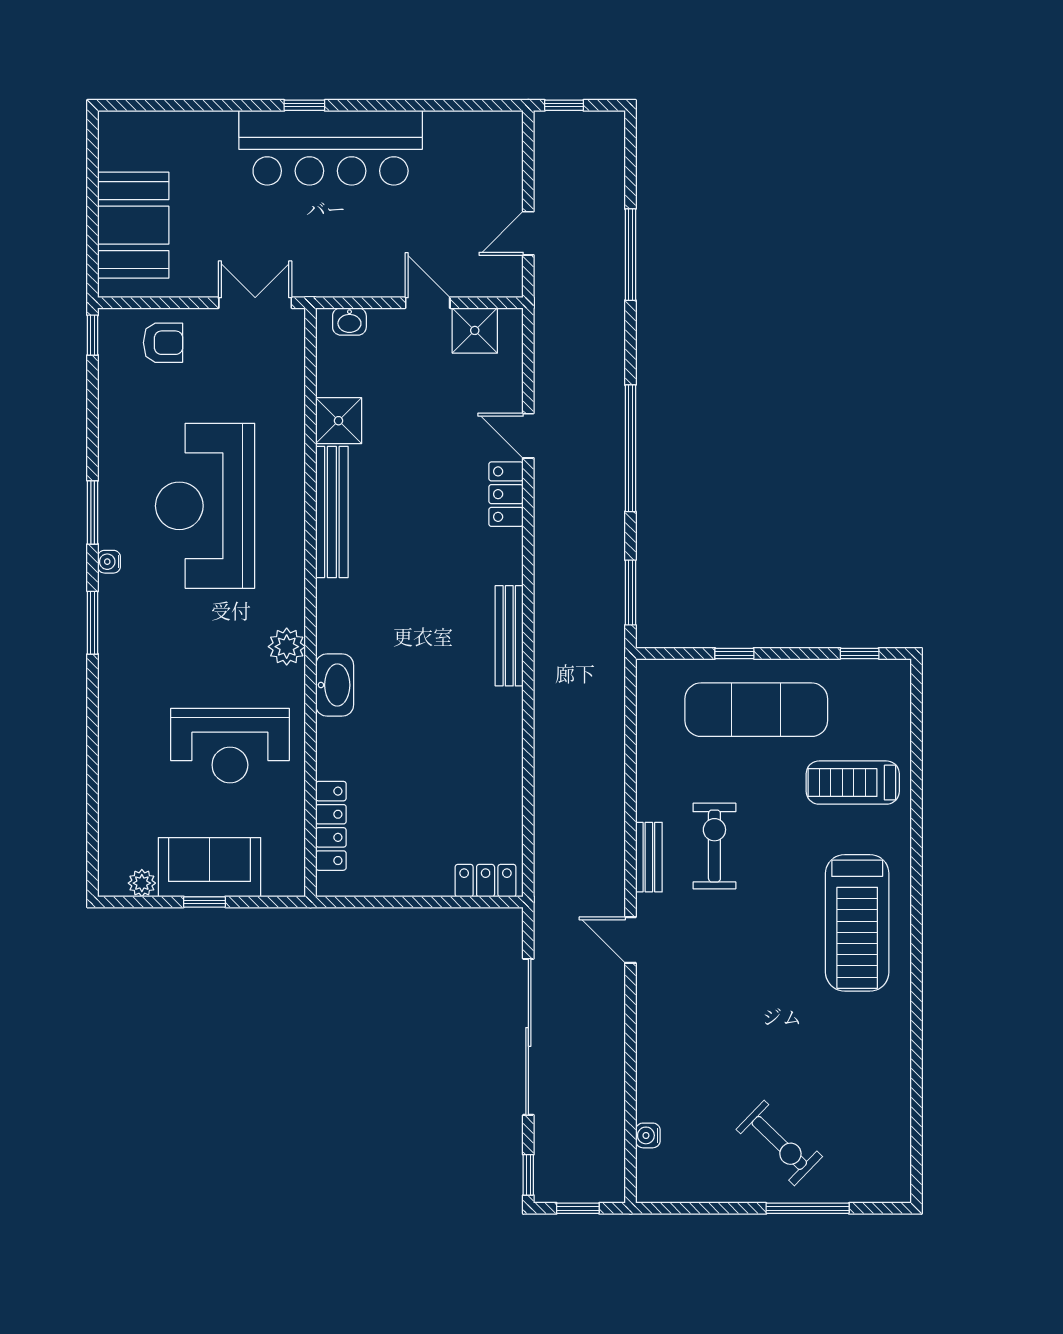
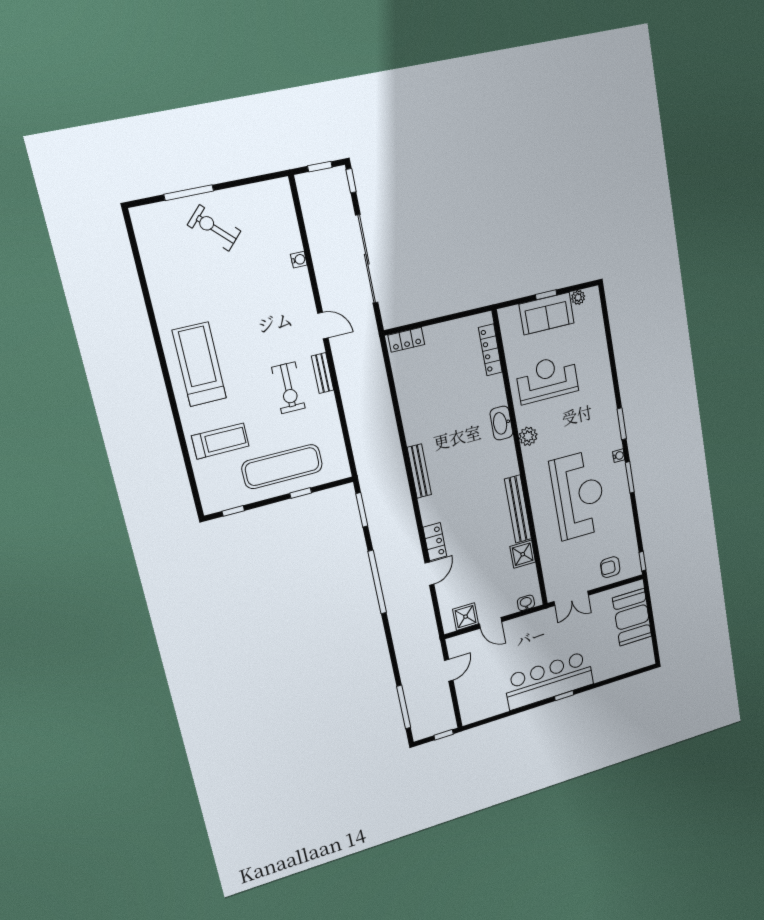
window: (630, 255) -> (404, 707), moved
door: (528, 436) -> (429, 574), hinge flipped
water cooler: (648, 1135) -> (299, 260), moved

